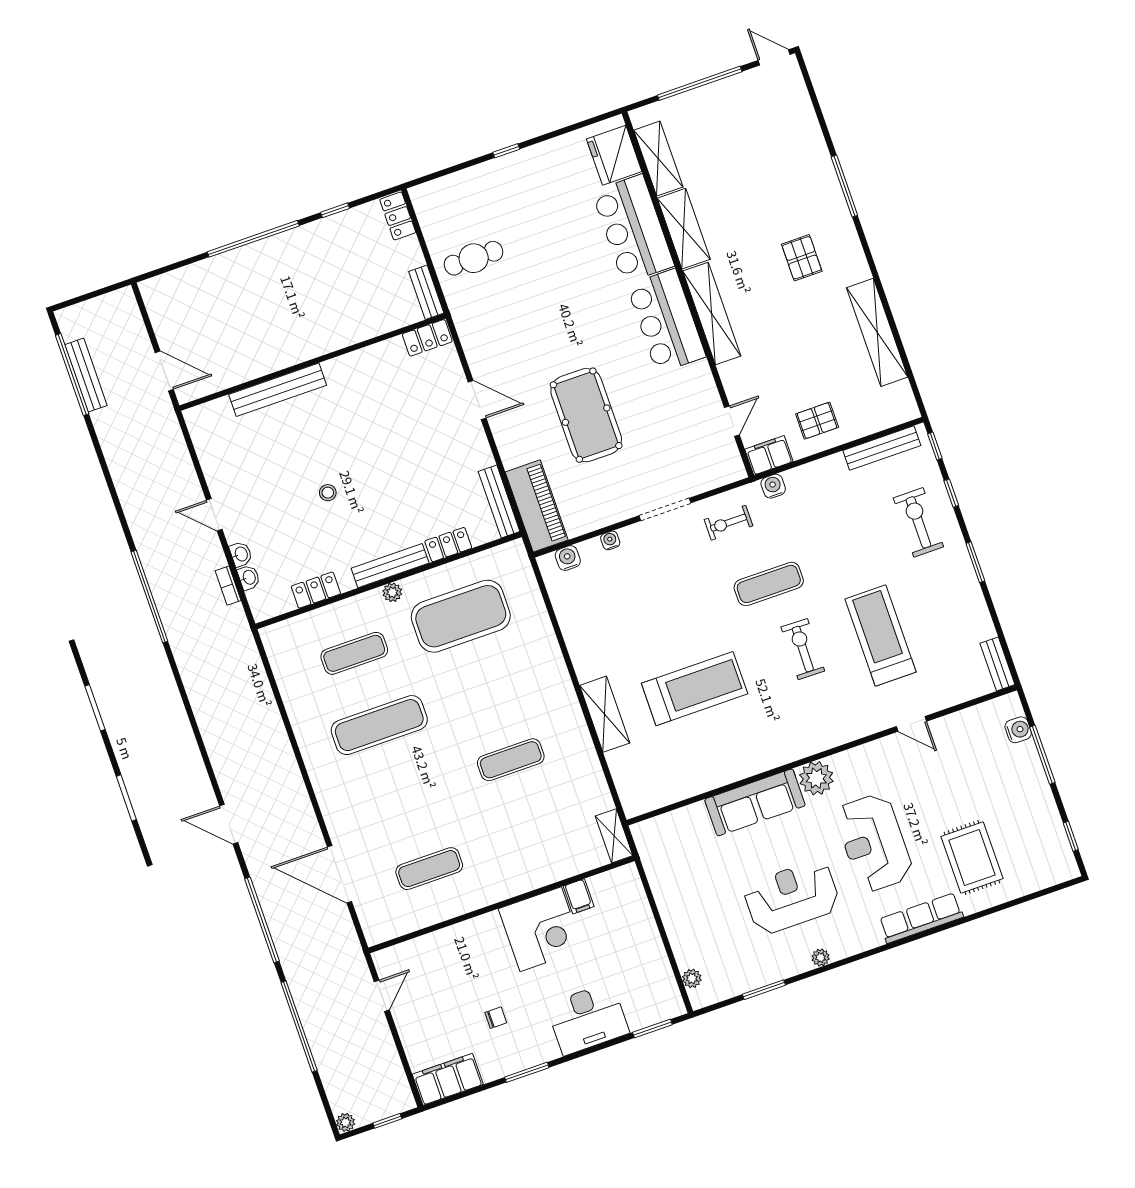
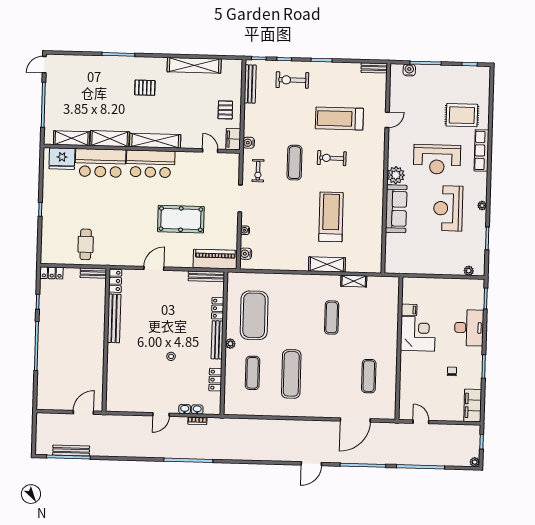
bench: (278, 390) -> (114, 318), moved
shelving: (614, 836) -> (354, 281), moved

